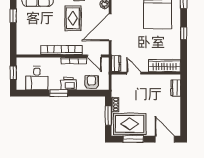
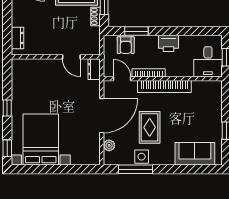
wardrobe: (165, 66) -> (32, 66), removed
desk: (37, 78) -> (208, 62), moved, turned 180
printer: (68, 84) -> (168, 43), moved
window: (59, 93) -> (136, 31), moved

